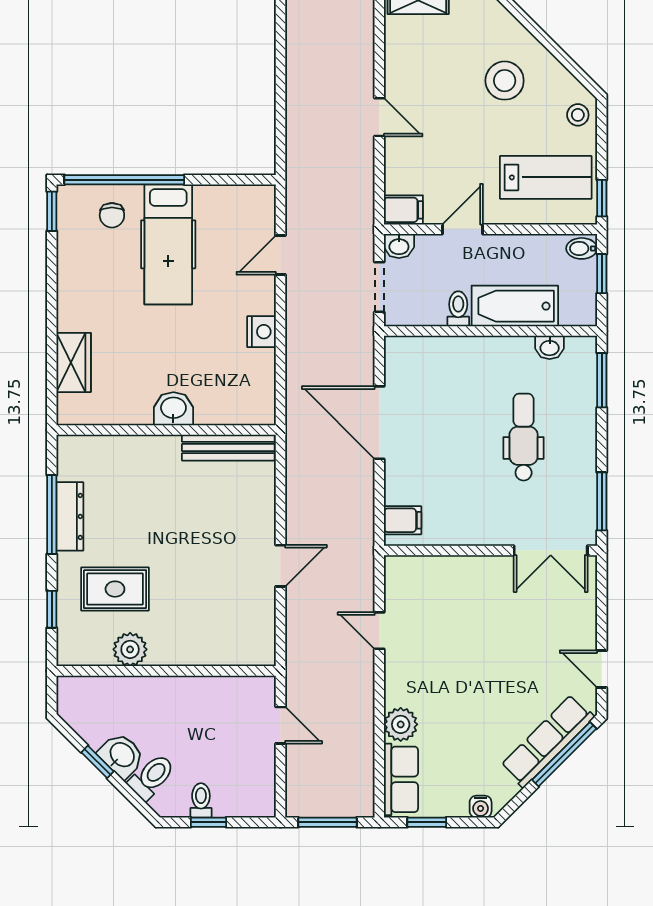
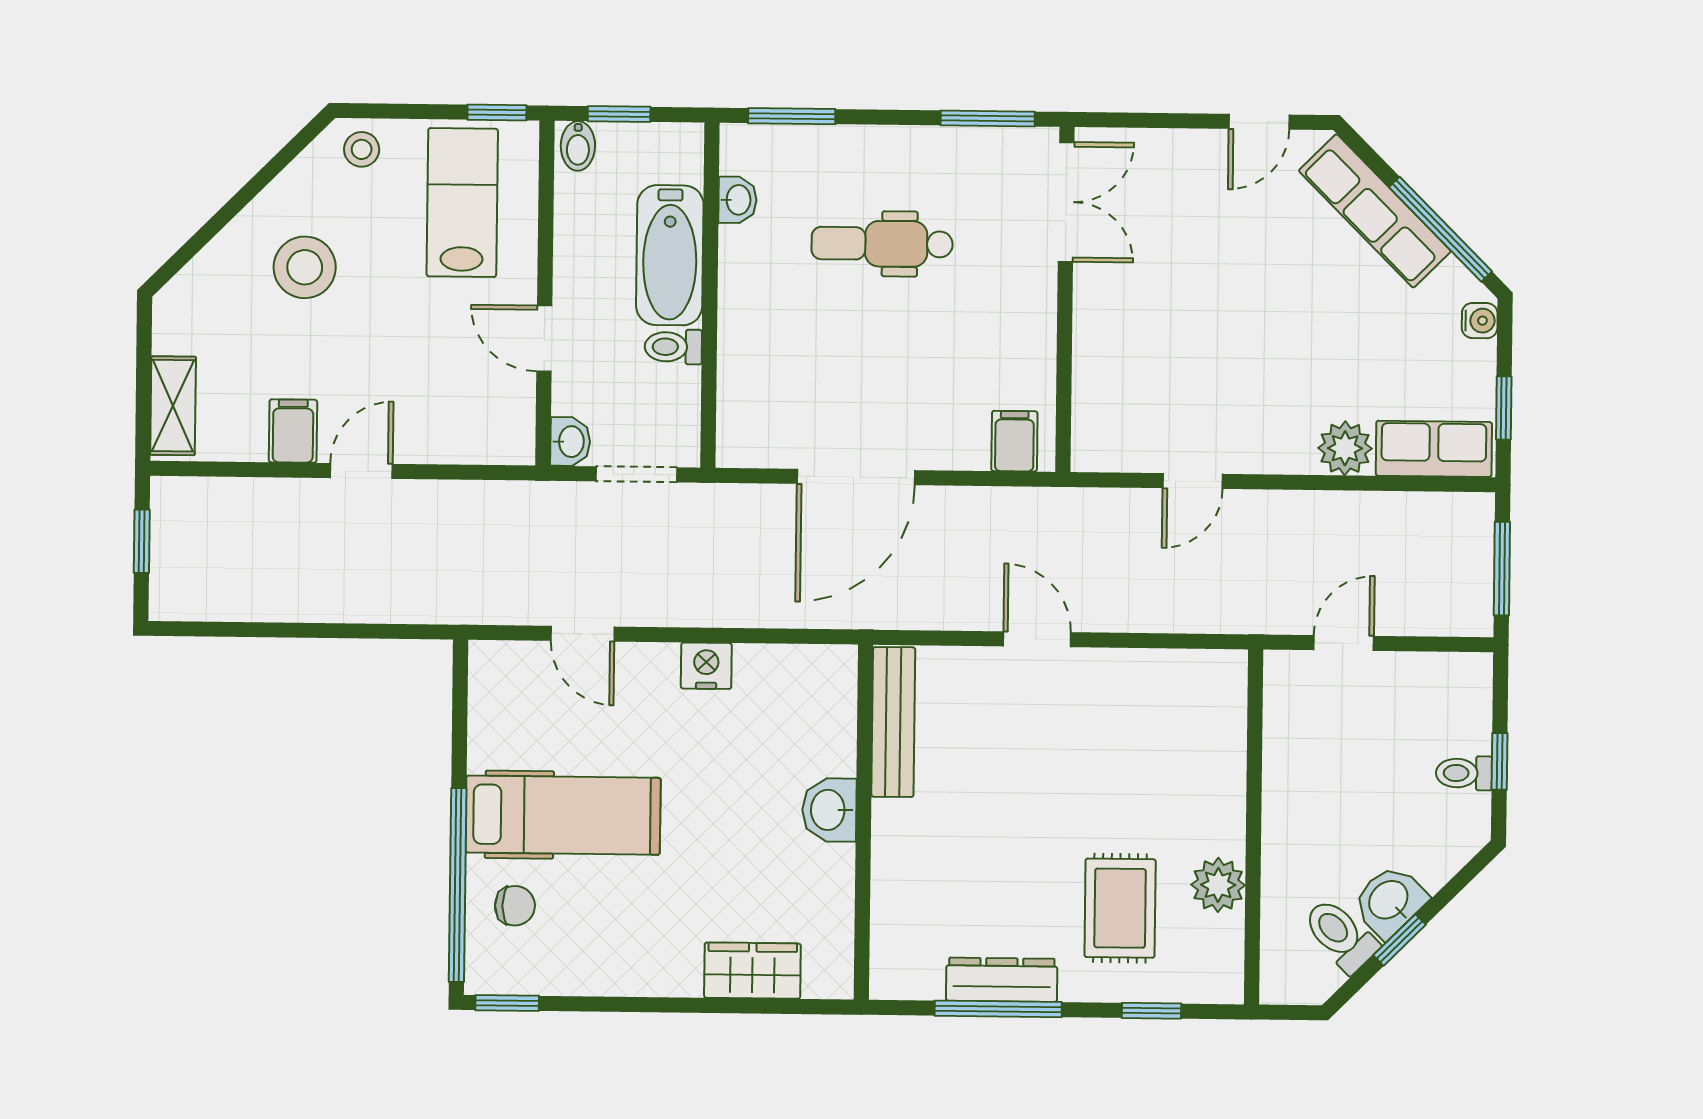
filing cabinet: (403, 210) -> (293, 431), moved
door: (280, 566) -> (1037, 639), moved
window: (564, 754) -> (1441, 229), moved
toilet: (152, 777) -> (1340, 935), moved

